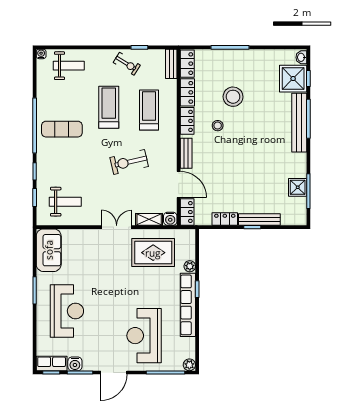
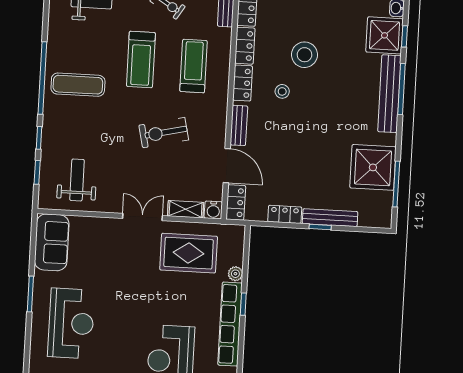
treadmill: (109, 107) -> (141, 59), turned 180
shower: (298, 187) -> (373, 167), width x1.86, depth x1.86
weight bench: (65, 202) -> (77, 180), turned -90

